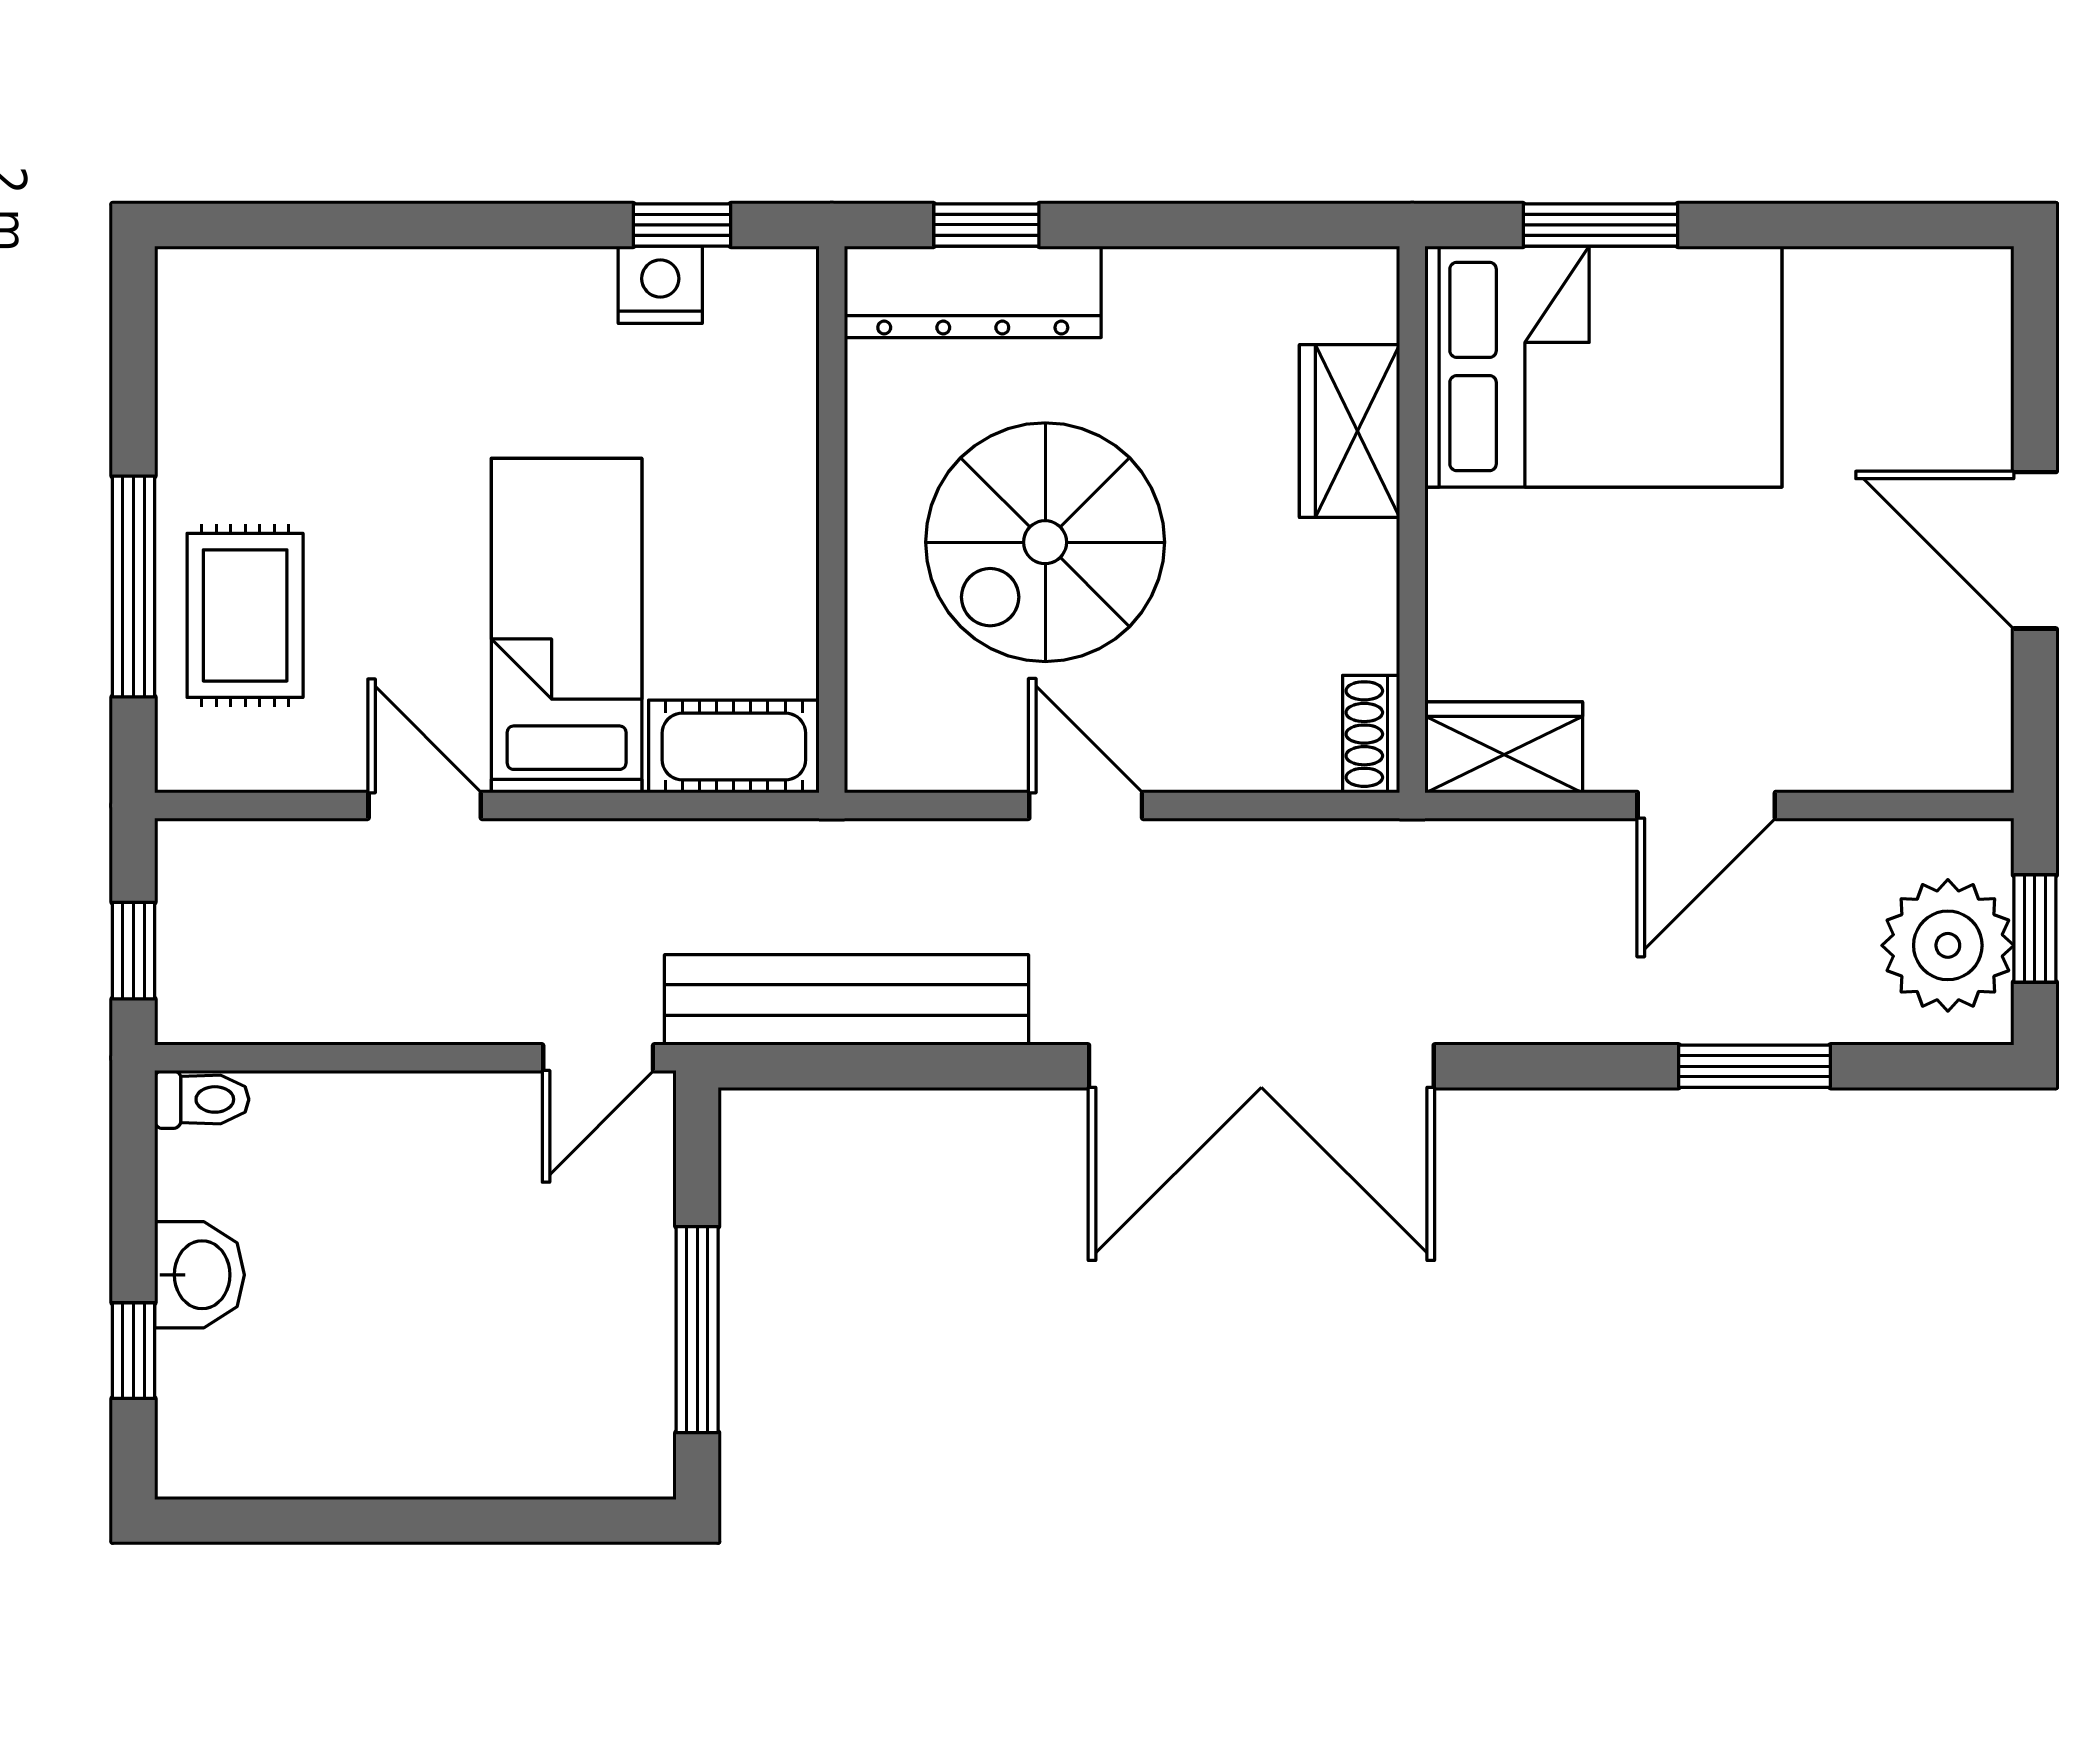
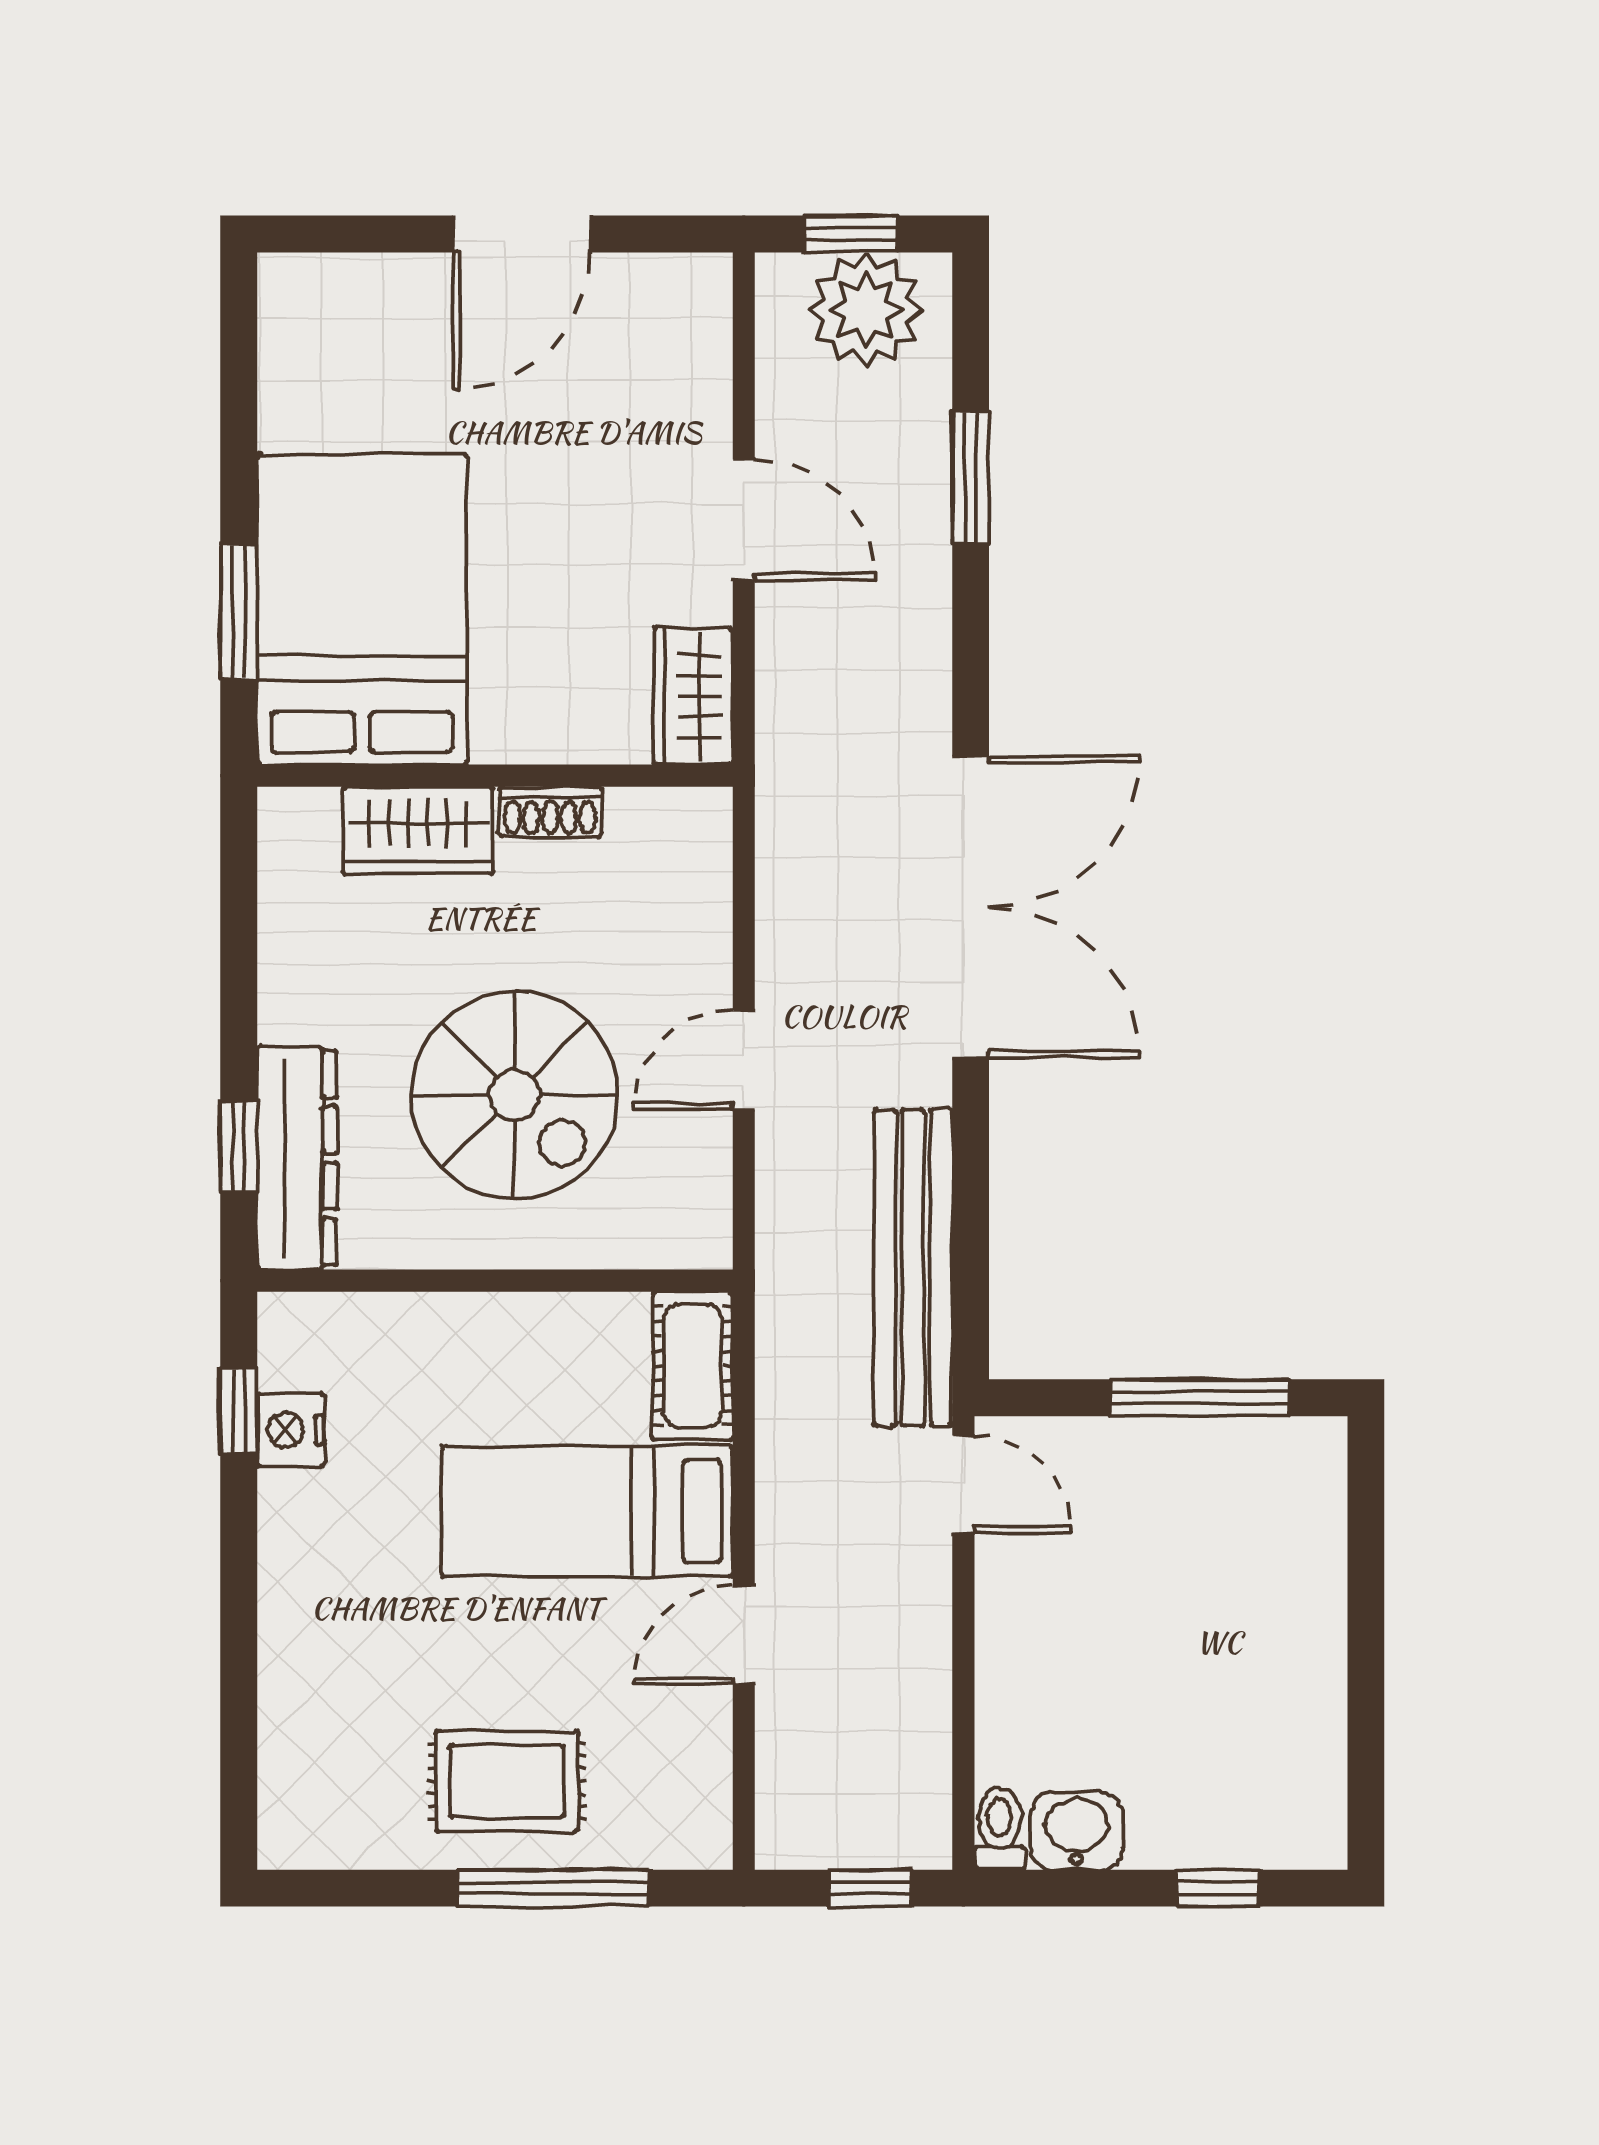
rug: (245, 615) -> (507, 1781), moved
shoe rack: (1371, 734) -> (550, 811), moved
washbasin: (199, 1275) -> (1077, 1831), moved

